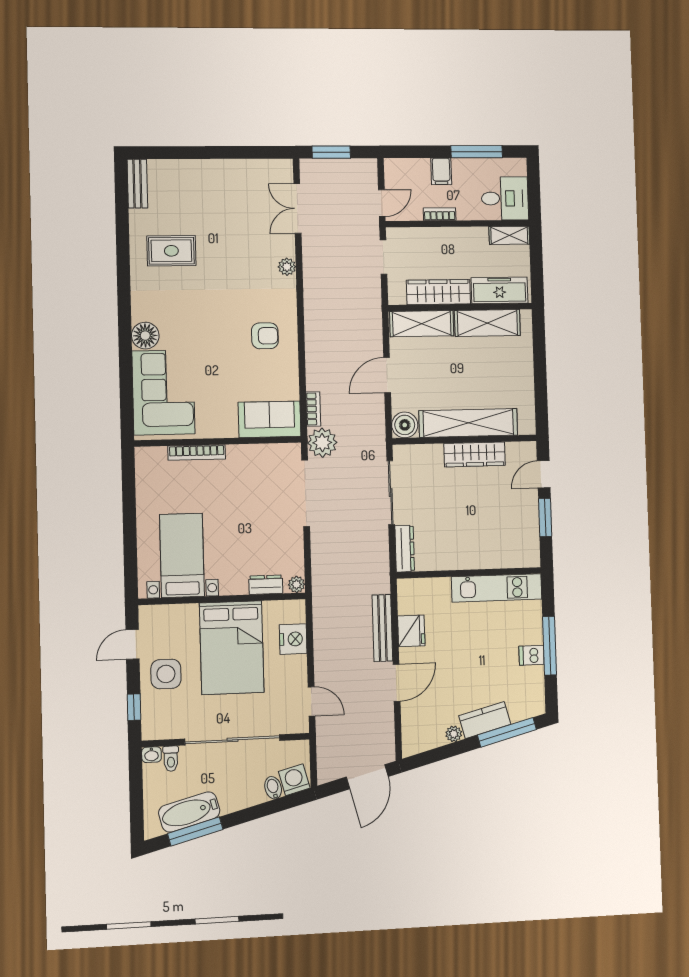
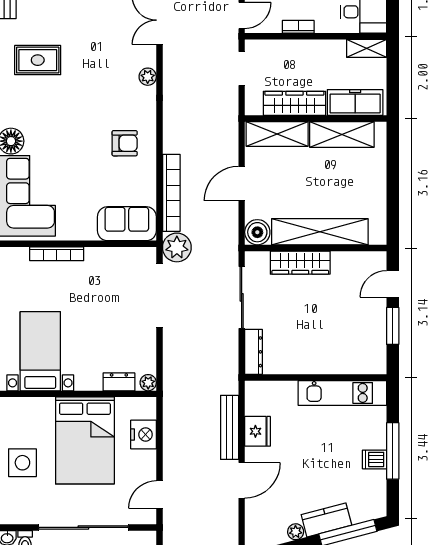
bookcase: (313, 409) -> (171, 193), width x2.31, depth x1.31
wardrobe: (475, 454) -> (300, 263), moved
door: (312, 701) -> (159, 495), swing flipped

